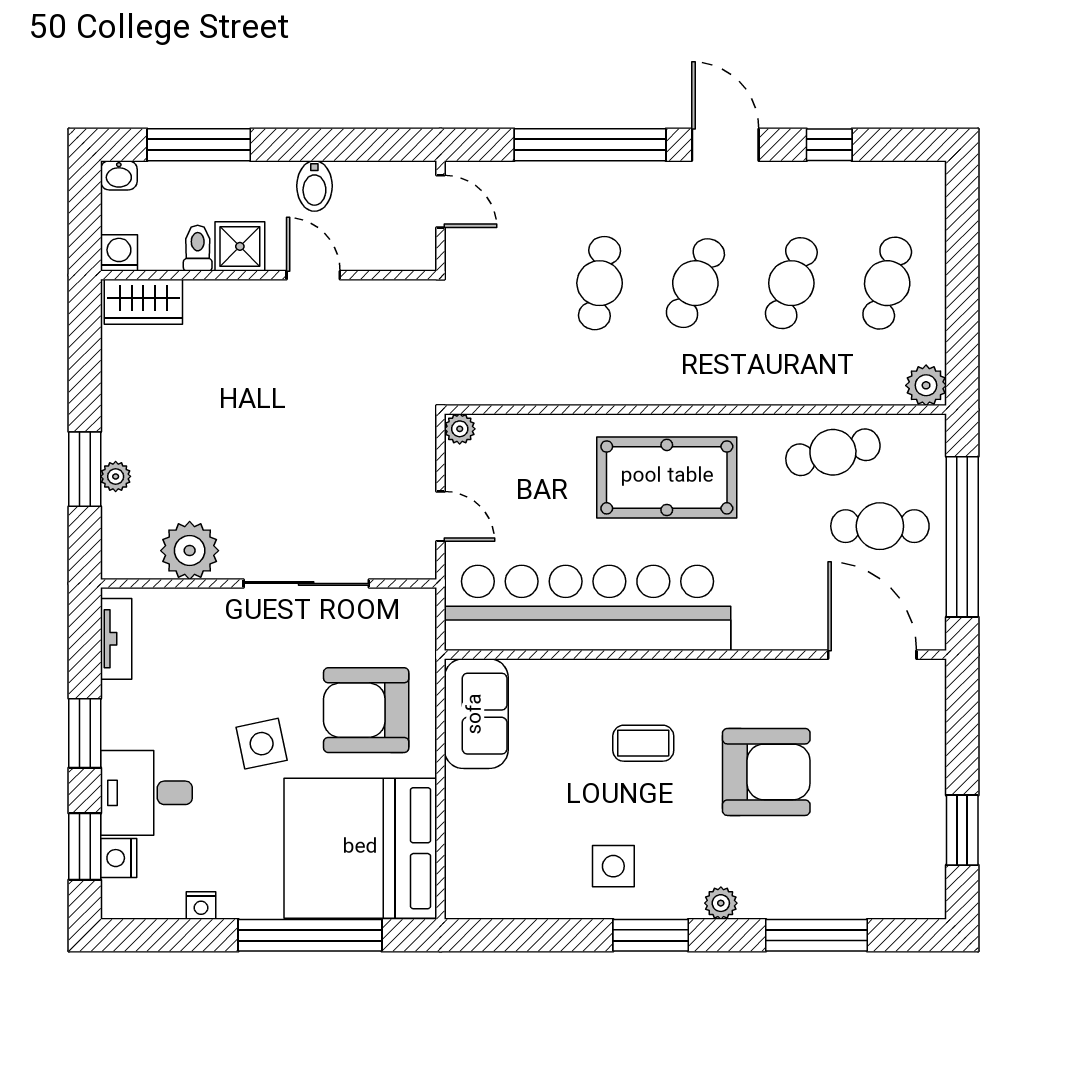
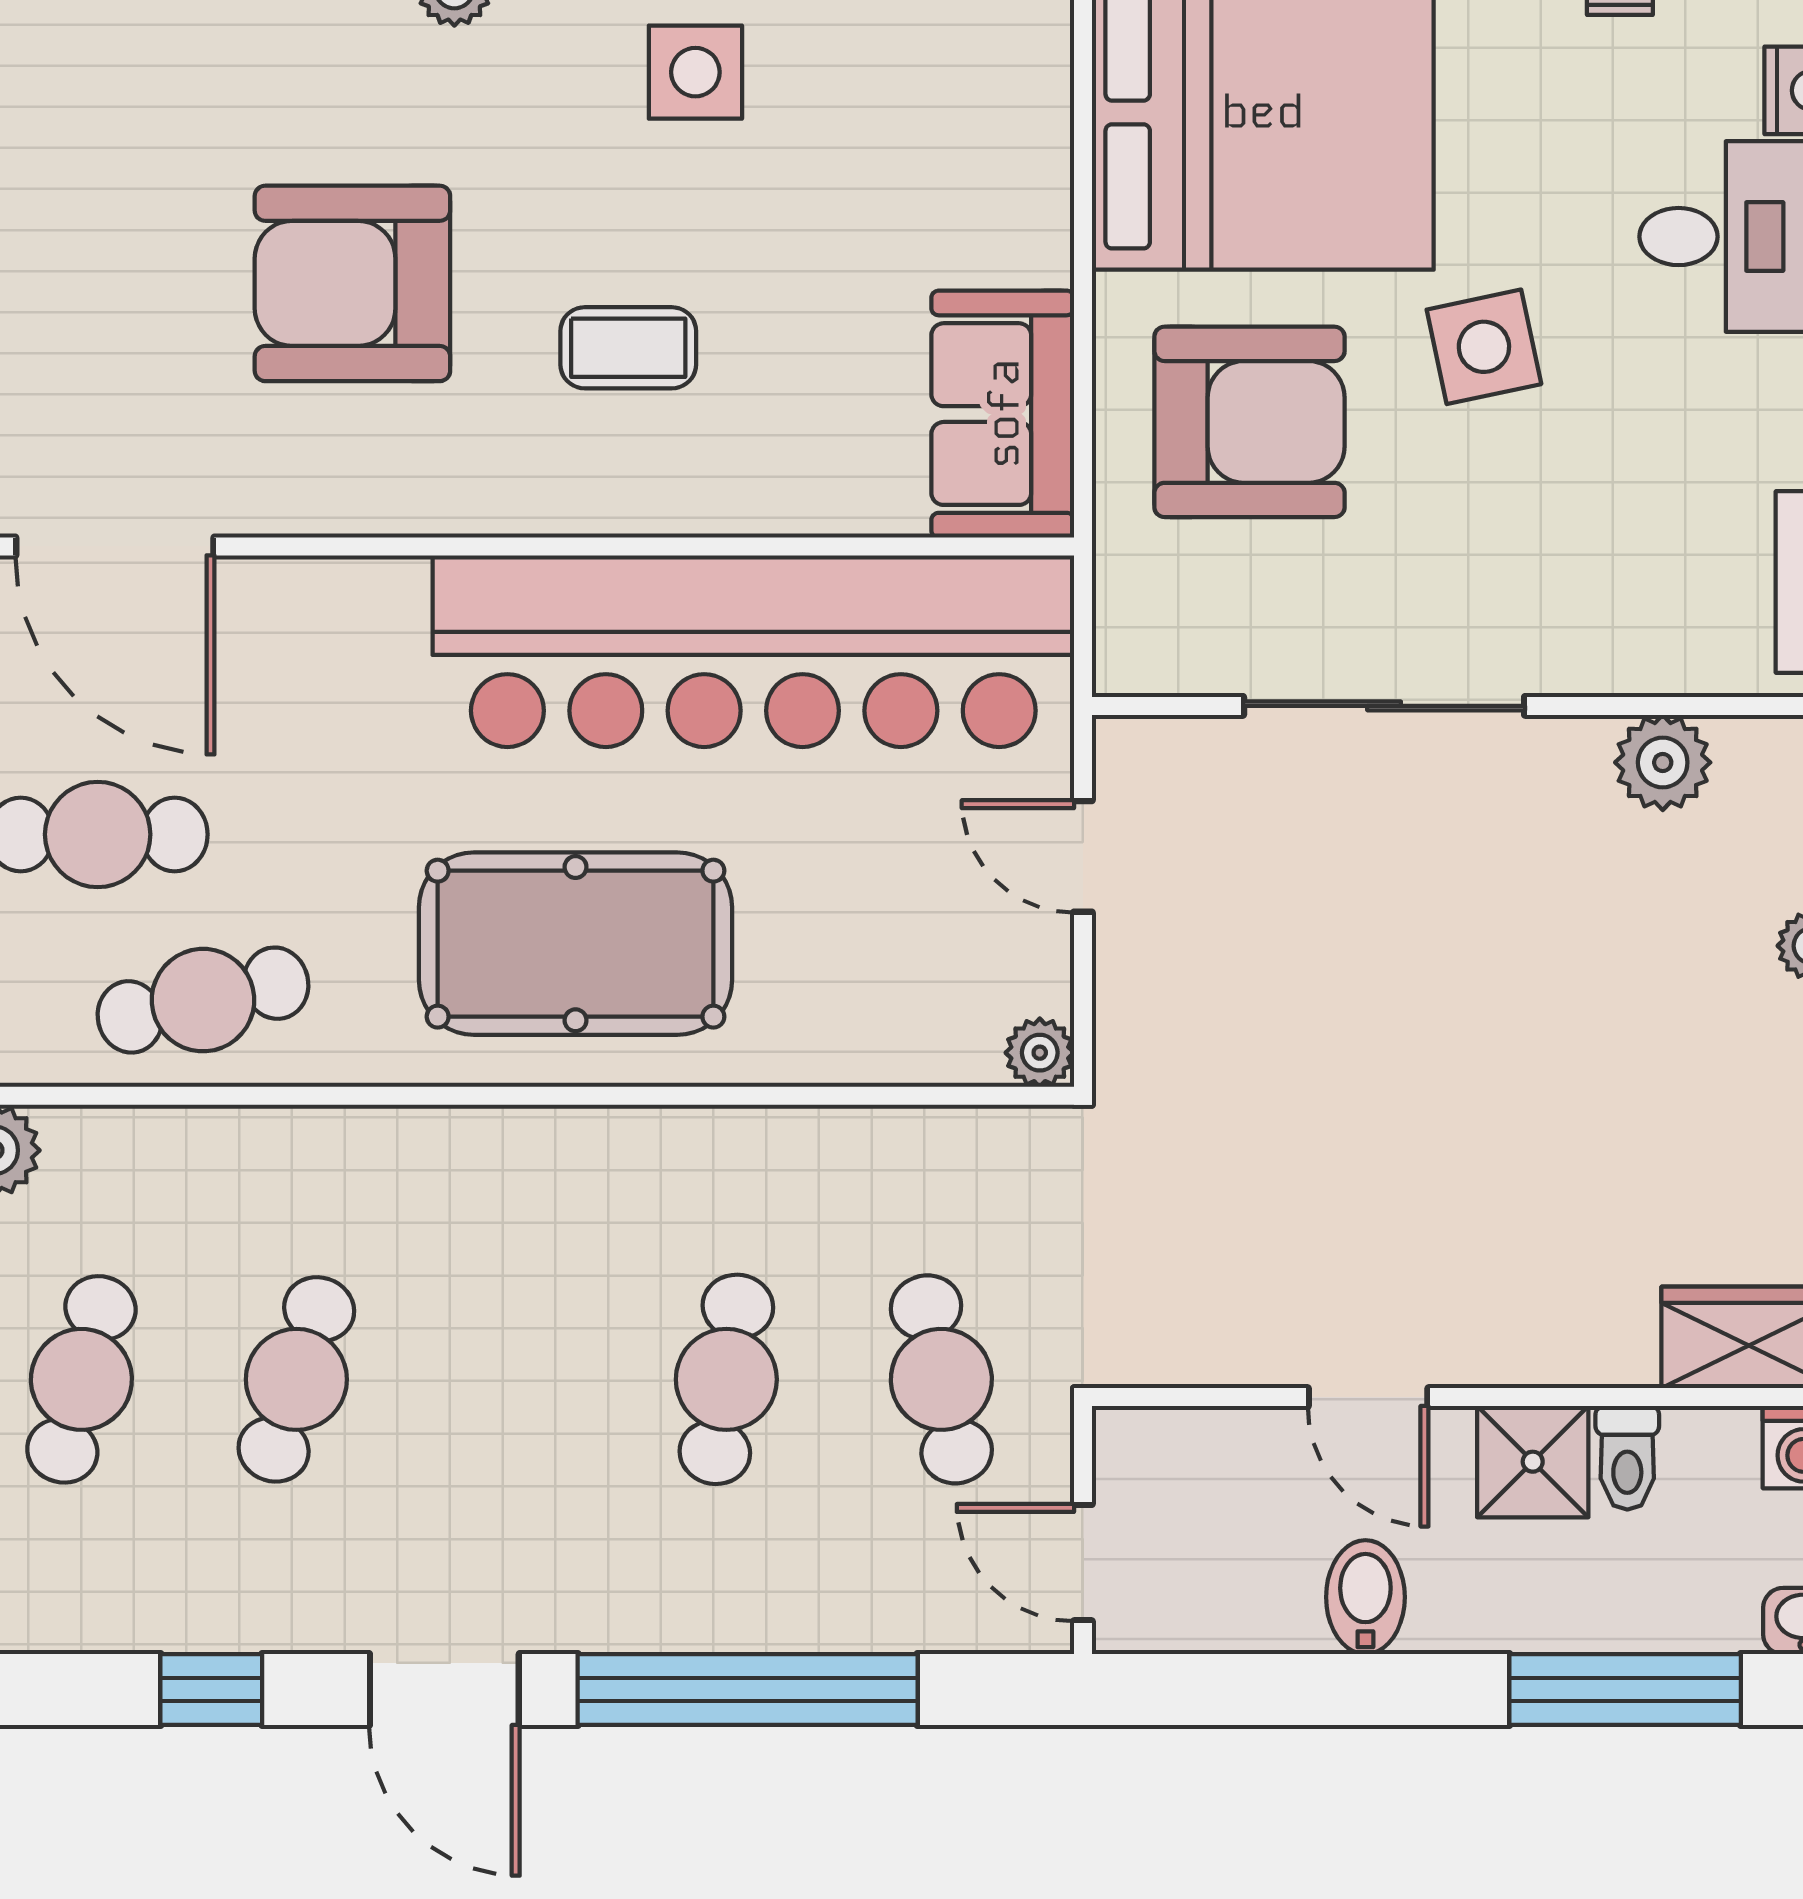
cafe table: (695, 283) -> (941, 1379), moved, turned -36
plant: (190, 551) -> (1663, 762), width x0.73, depth x0.73

